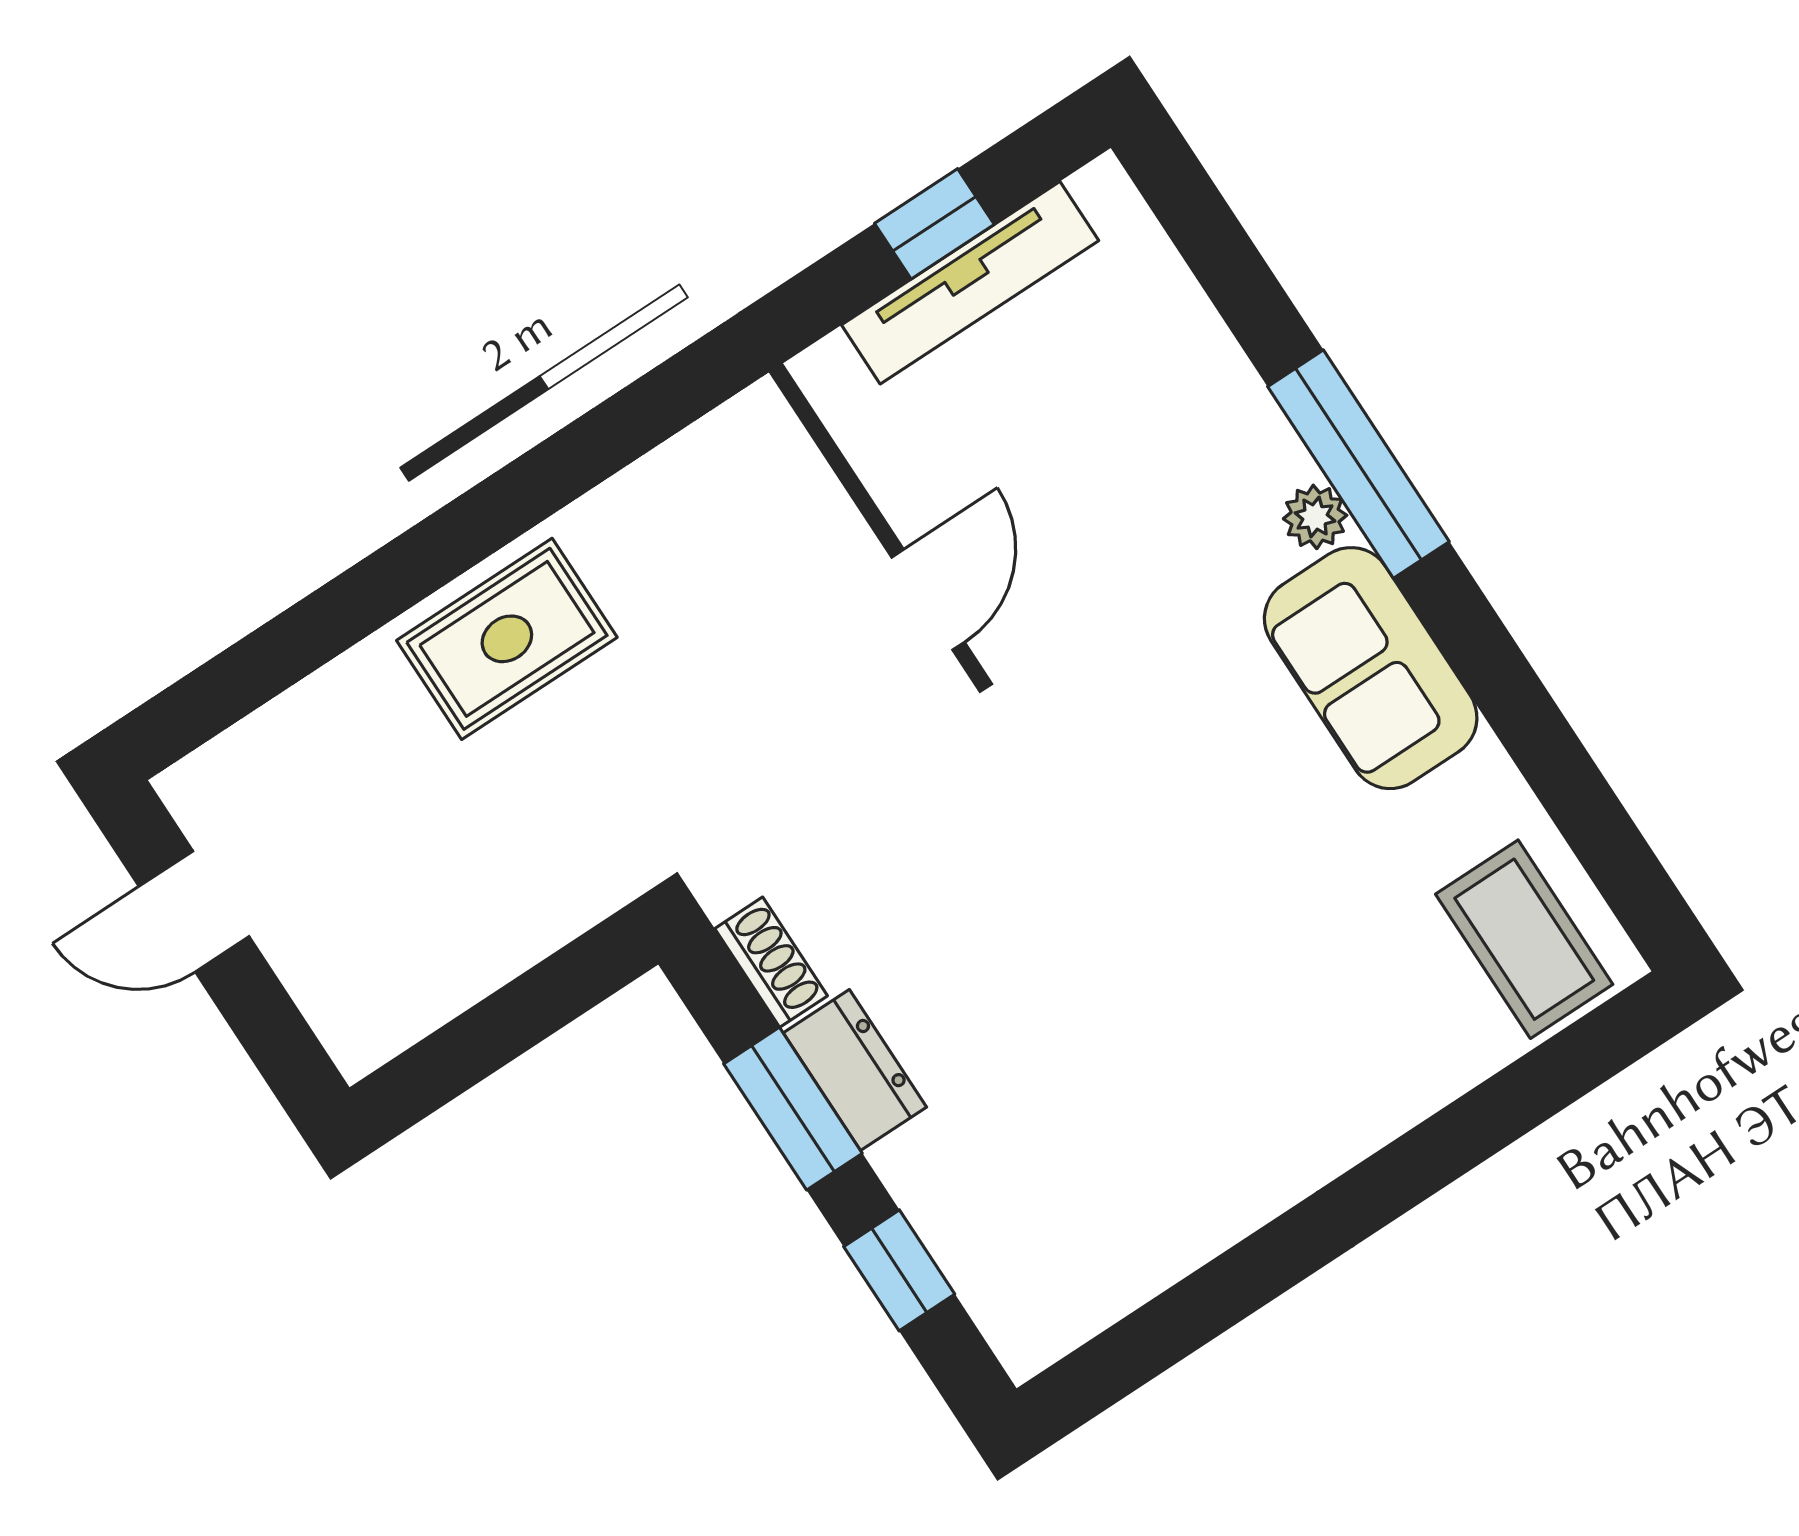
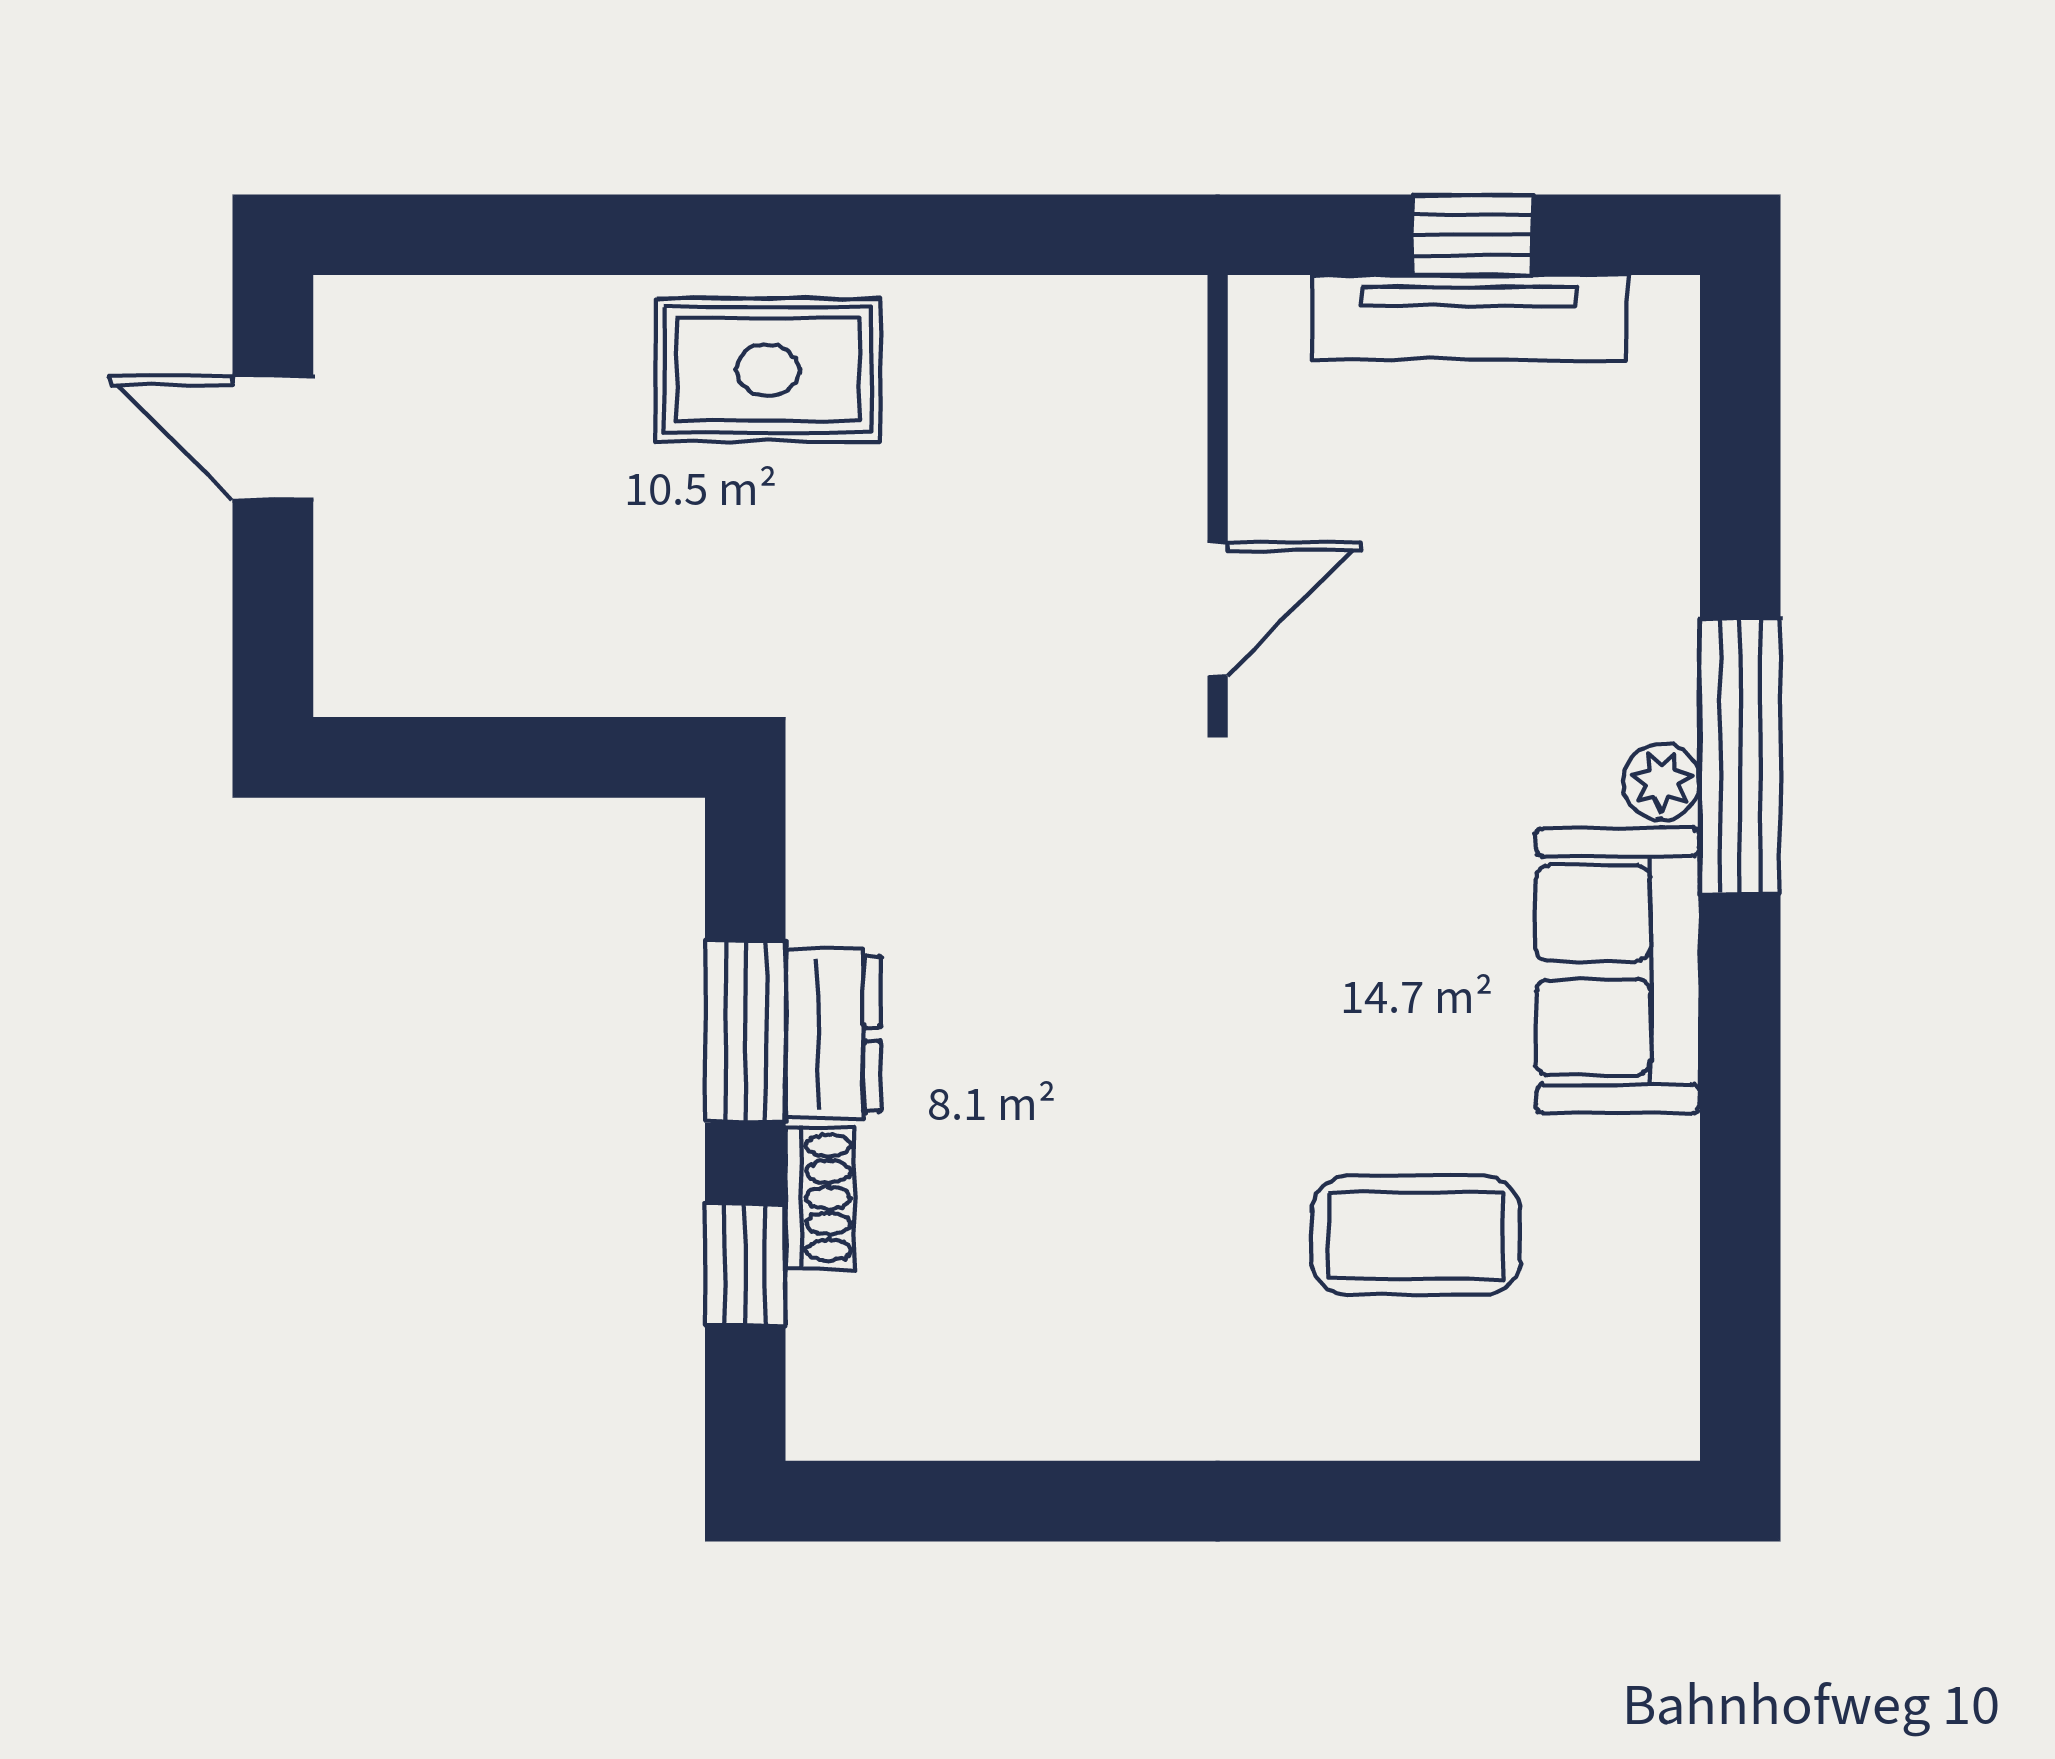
coffee table: (1524, 939) -> (1416, 1235), moved, turned 90
shoe rack: (771, 962) -> (820, 1198), moved

